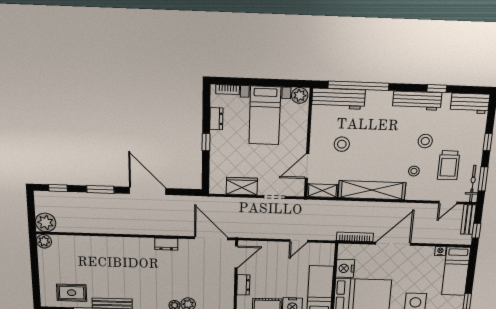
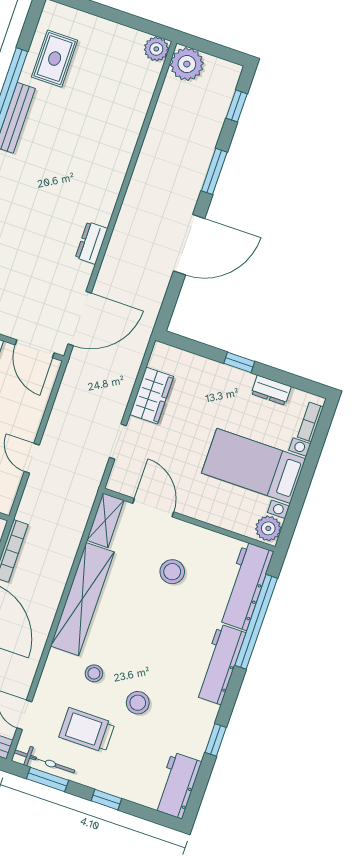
workbench: (417, 101) -> (220, 664), moved

